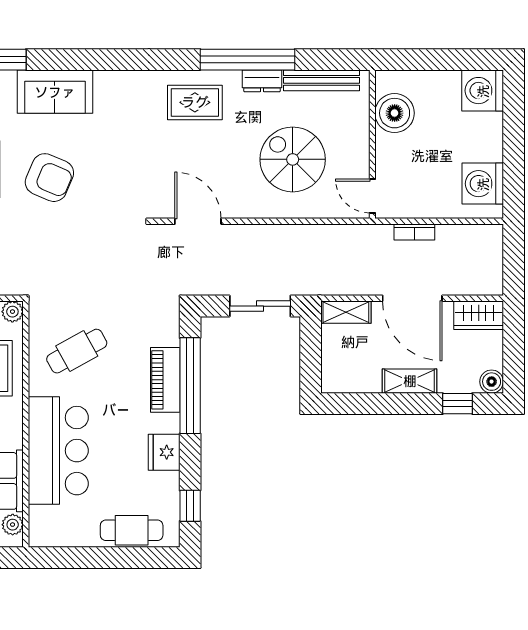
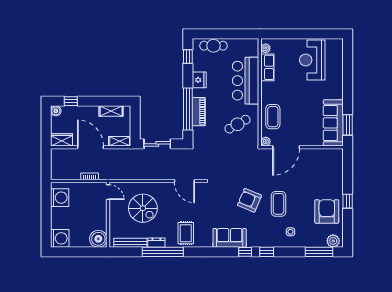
window: (59, 60) -> (245, 252), added
sofa: (55, 92) -> (230, 238), moved
rug: (195, 102) -> (186, 233), turned 90
boiler: (395, 113) -> (98, 239), moved
shelving: (410, 381) -> (111, 111), moved

